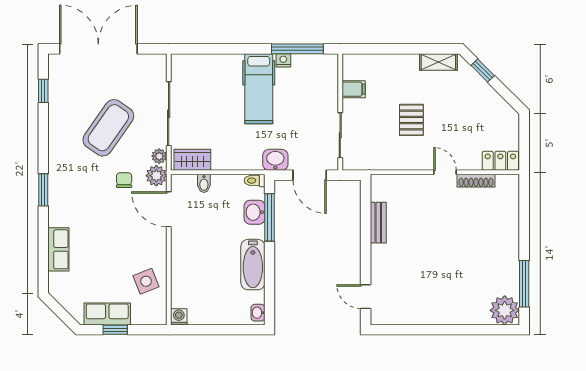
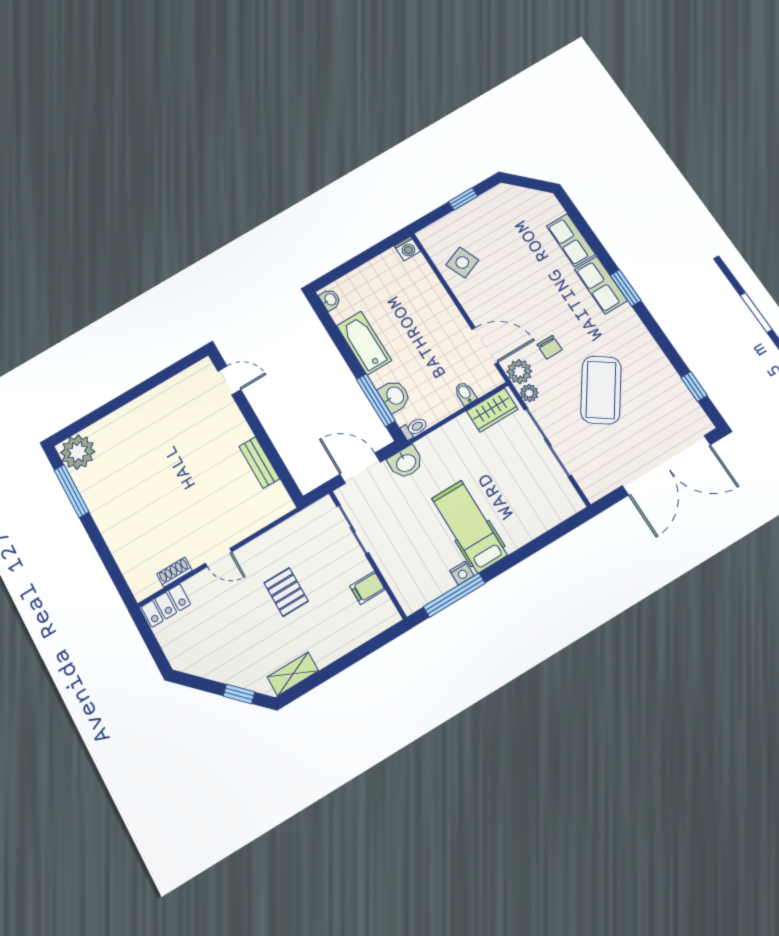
shoe rack: (476, 181) -> (174, 572), width x0.70
row of seats: (107, 314) -> (601, 285), moved, turned 90

